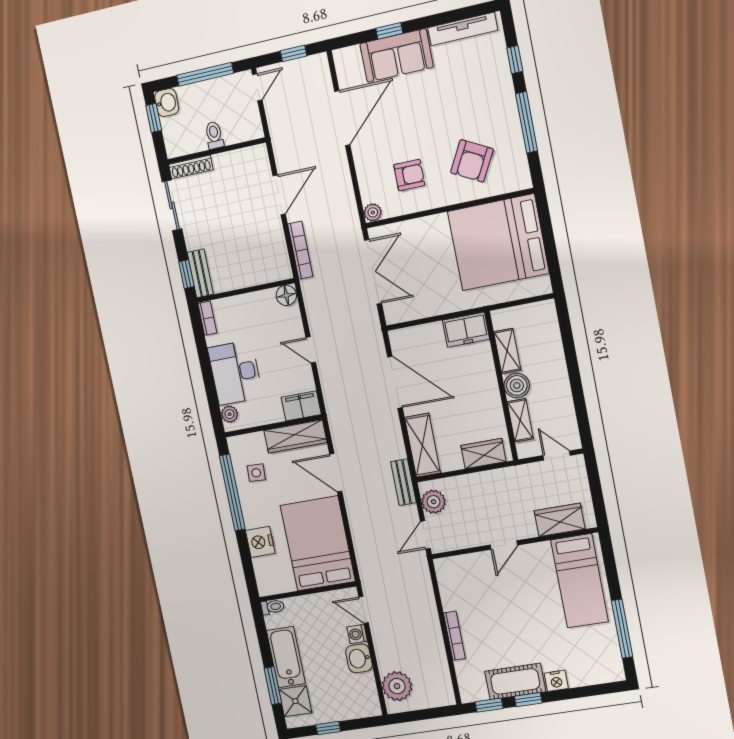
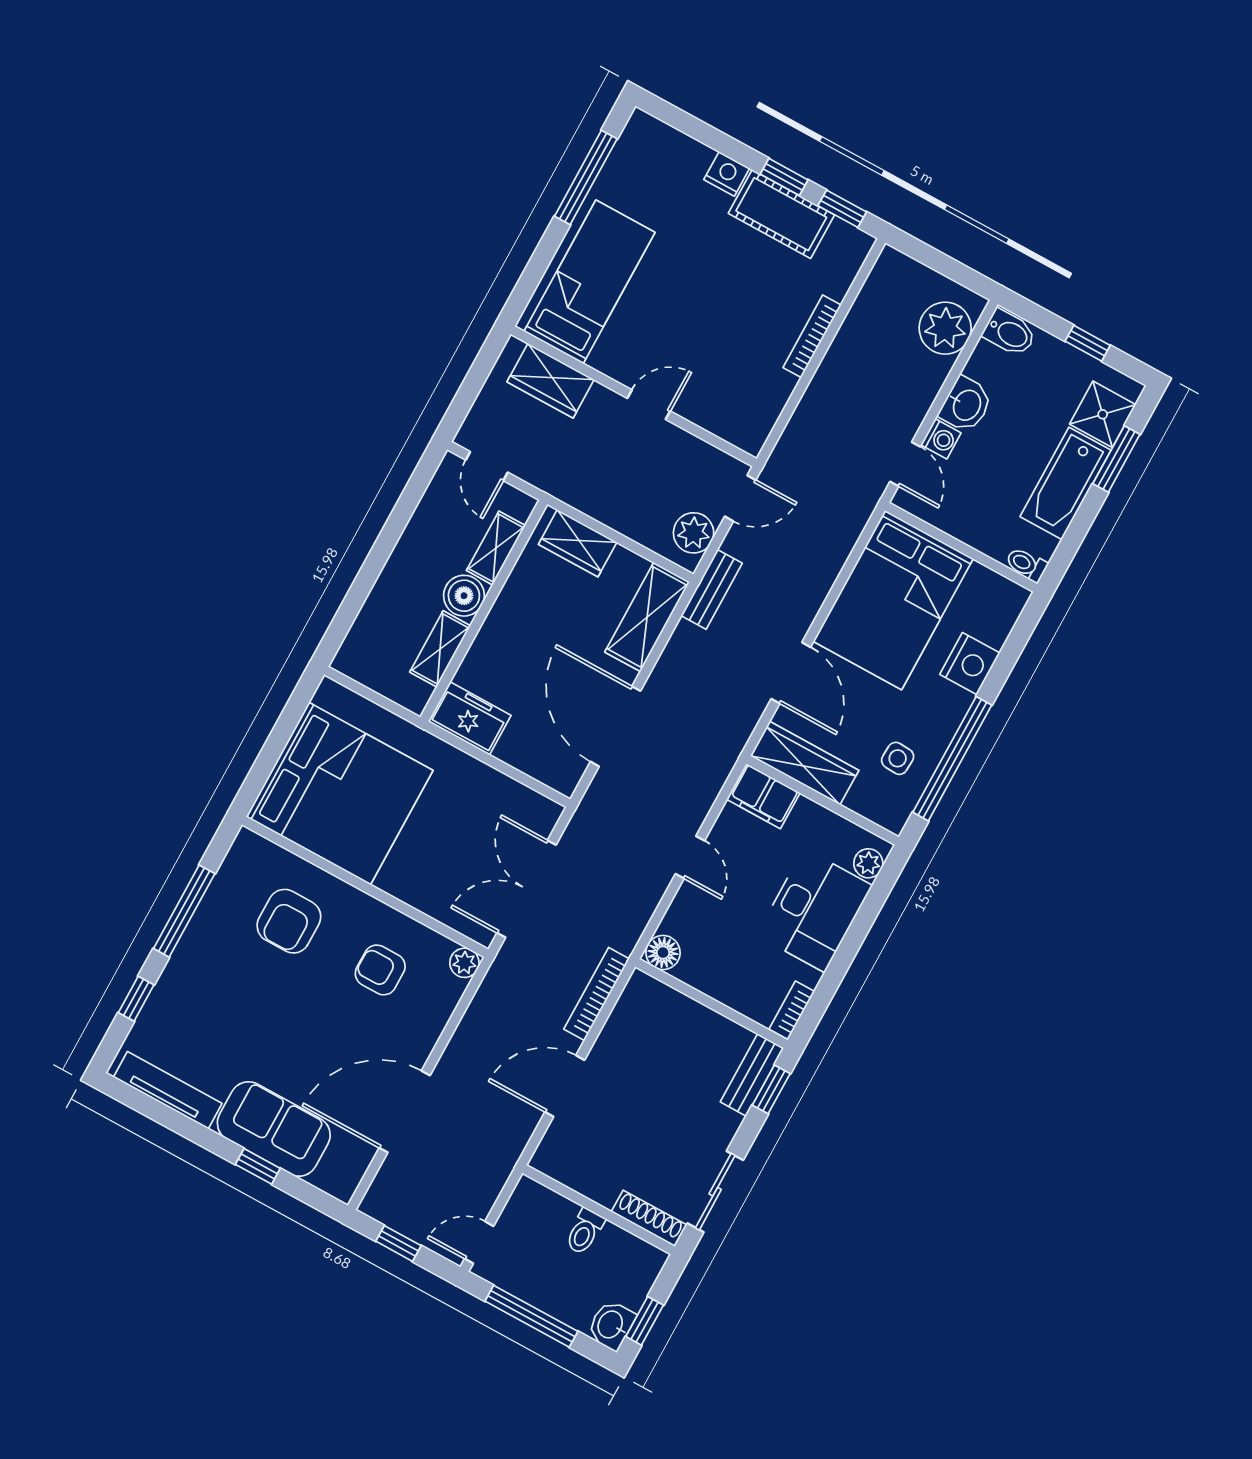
armchair: (472, 161) -> (289, 921), turned 152
bidet: (367, 706) -> (1010, 333), added

